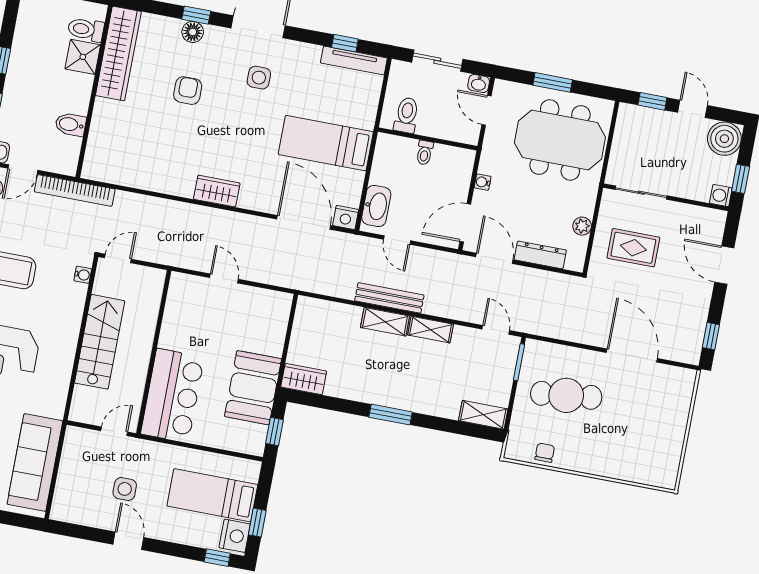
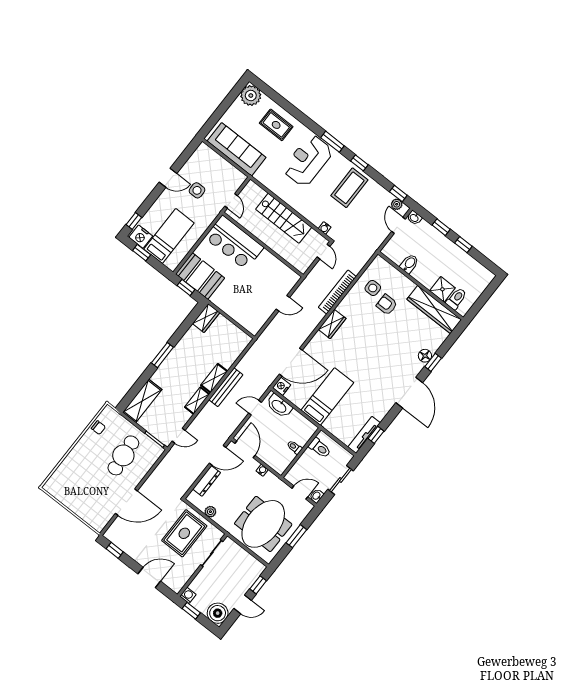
side table: (259, 78) -> (373, 288), moved
armchair: (188, 91) -> (387, 305), moved, turned 180
bookcase: (75, 190) -> (337, 292), moved
rug: (633, 248) -> (184, 533), width x1.36, depth x1.43
booth: (253, 388) -> (200, 276), moved
shelving: (483, 415) -> (142, 401), width x1.50, depth x1.33

